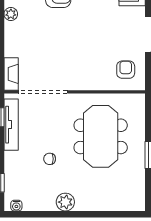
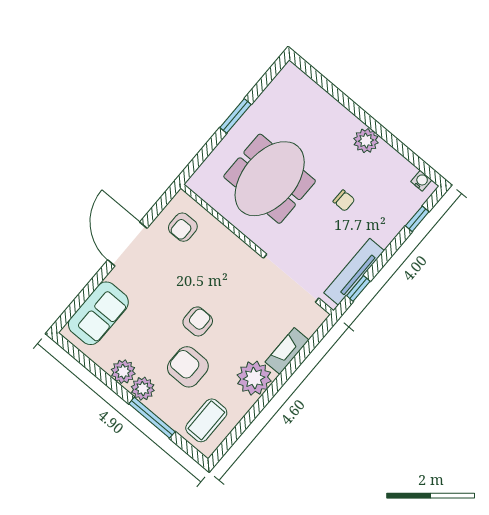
plant: (11, 14) -> (254, 378), width x1.88, depth x1.88
armchair: (74, 25) -> (198, 321), added
fireplace: (11, 74) -> (287, 351), moved

